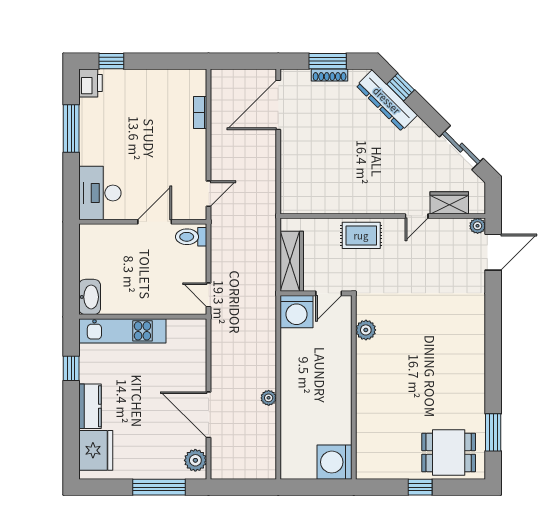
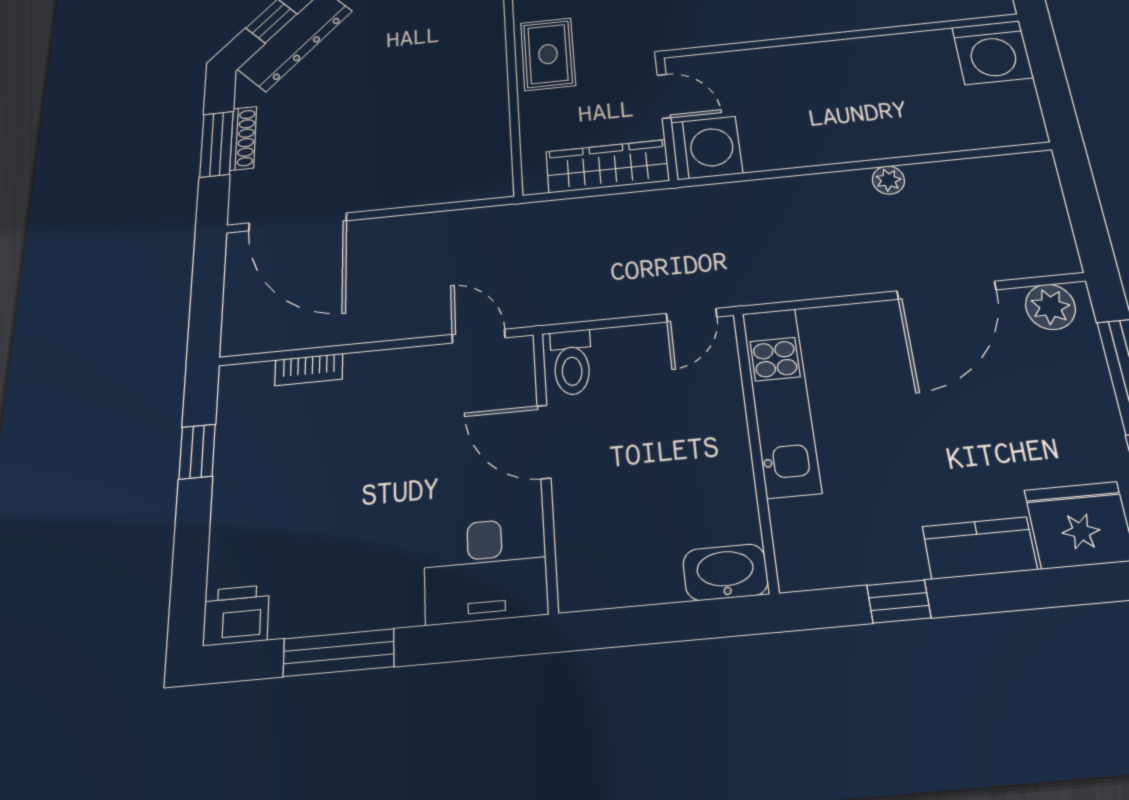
window: (111, 61) -> (197, 452), moved
plant: (366, 330) -> (727, 28), removed
kitchen unit: (122, 331) -> (781, 401), moved

